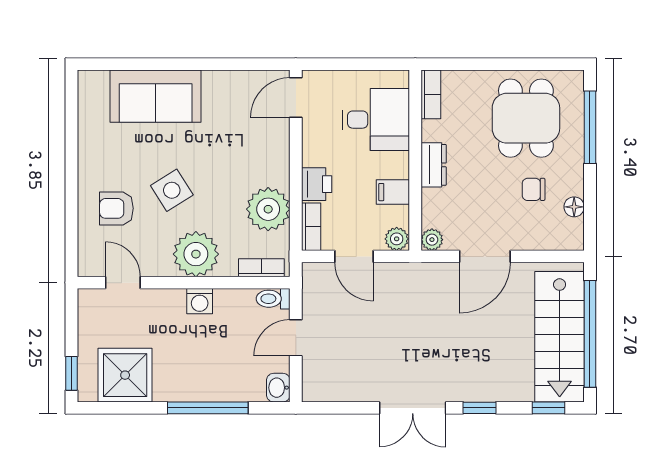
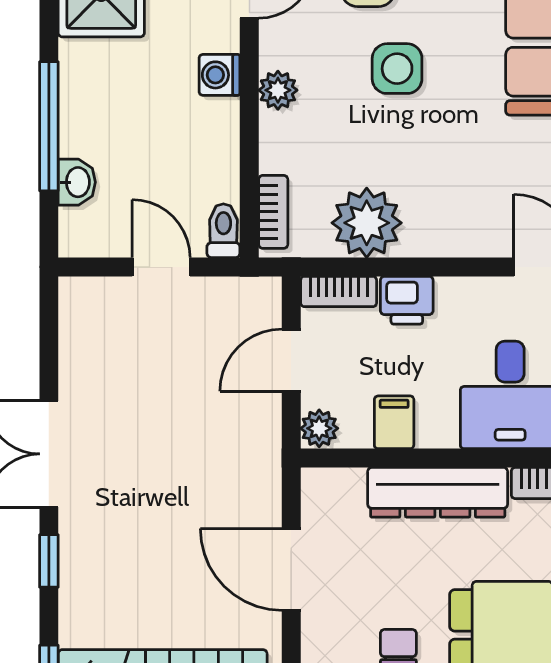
dresser: (434, 165) -> (438, 492), width x1.96, depth x1.24
side table: (172, 190) -> (397, 69), turned 32
plant: (432, 240) -> (318, 485), removed
plant: (196, 254) -> (278, 90), width x0.53, depth x0.53
washing machine: (200, 301) -> (219, 75), moved
washbasin: (278, 388) -> (77, 182), moved, turned 90

